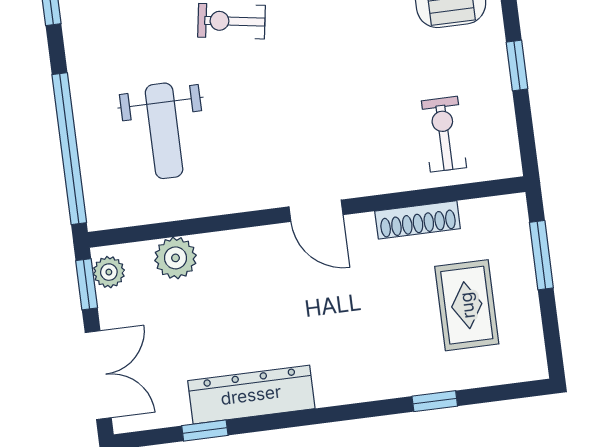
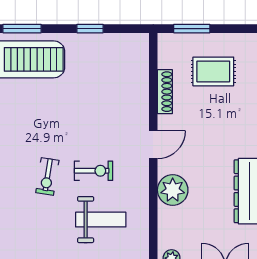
exercise bike: (444, 134) -> (93, 171), moved, turned 180
plant: (175, 258) -> (173, 190), moved, width x1.36, depth x1.36

